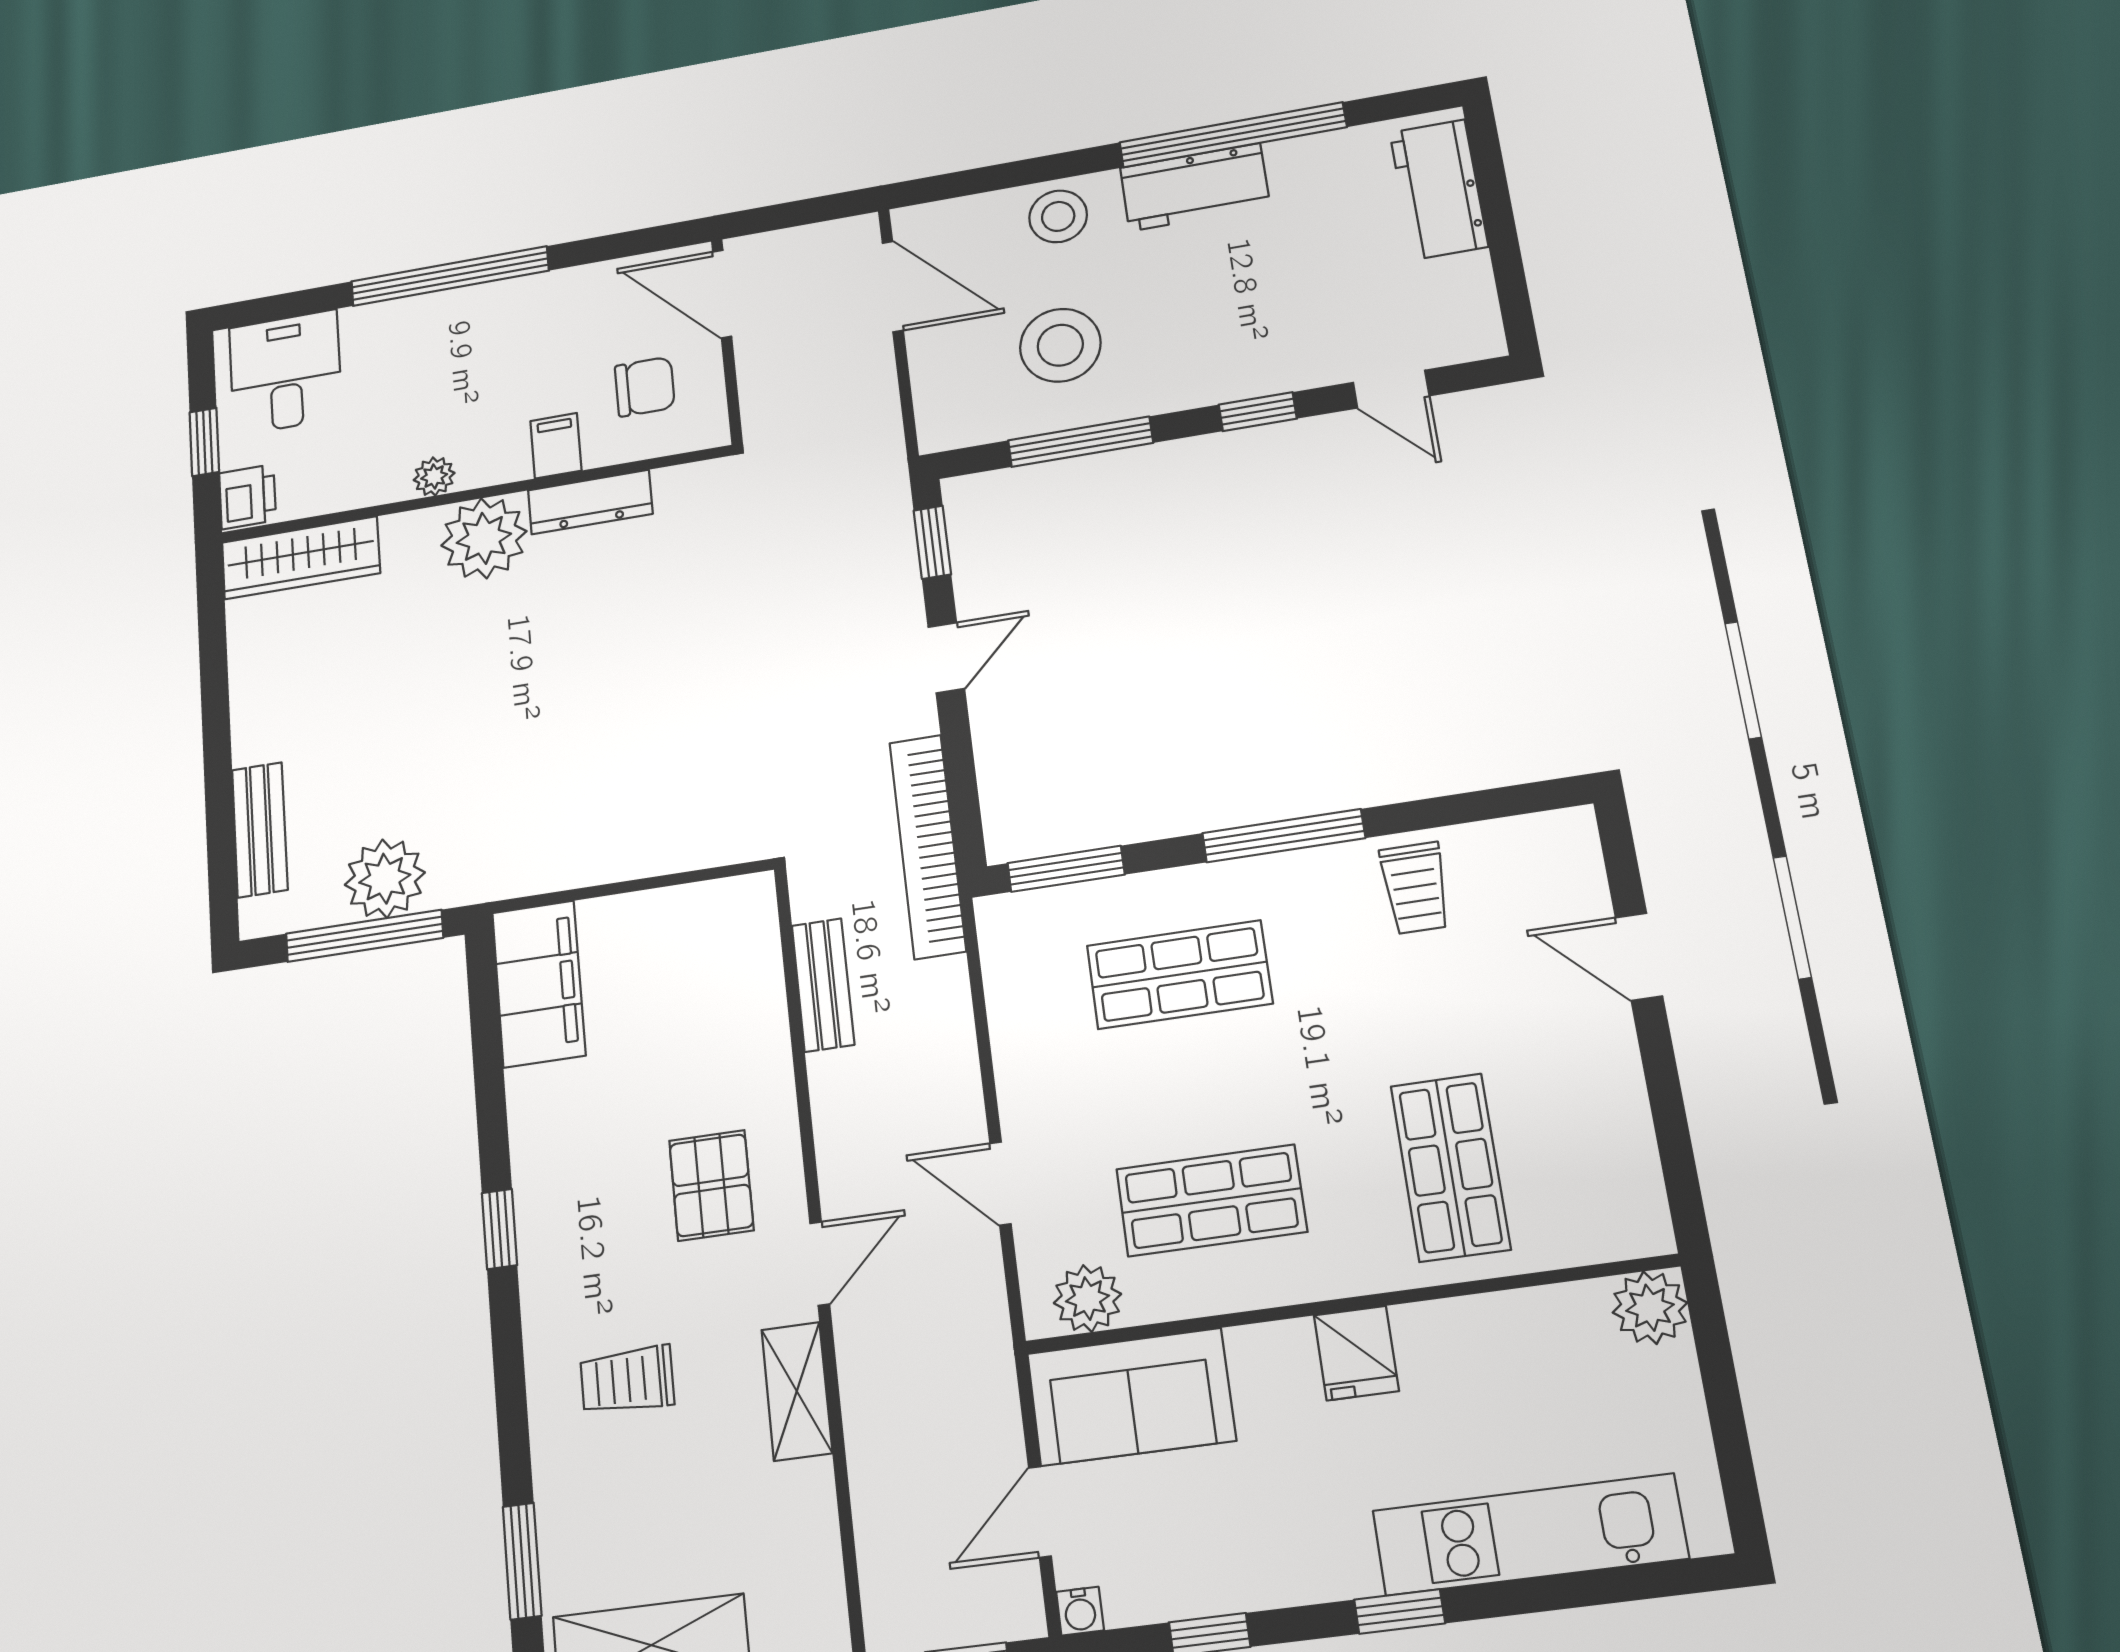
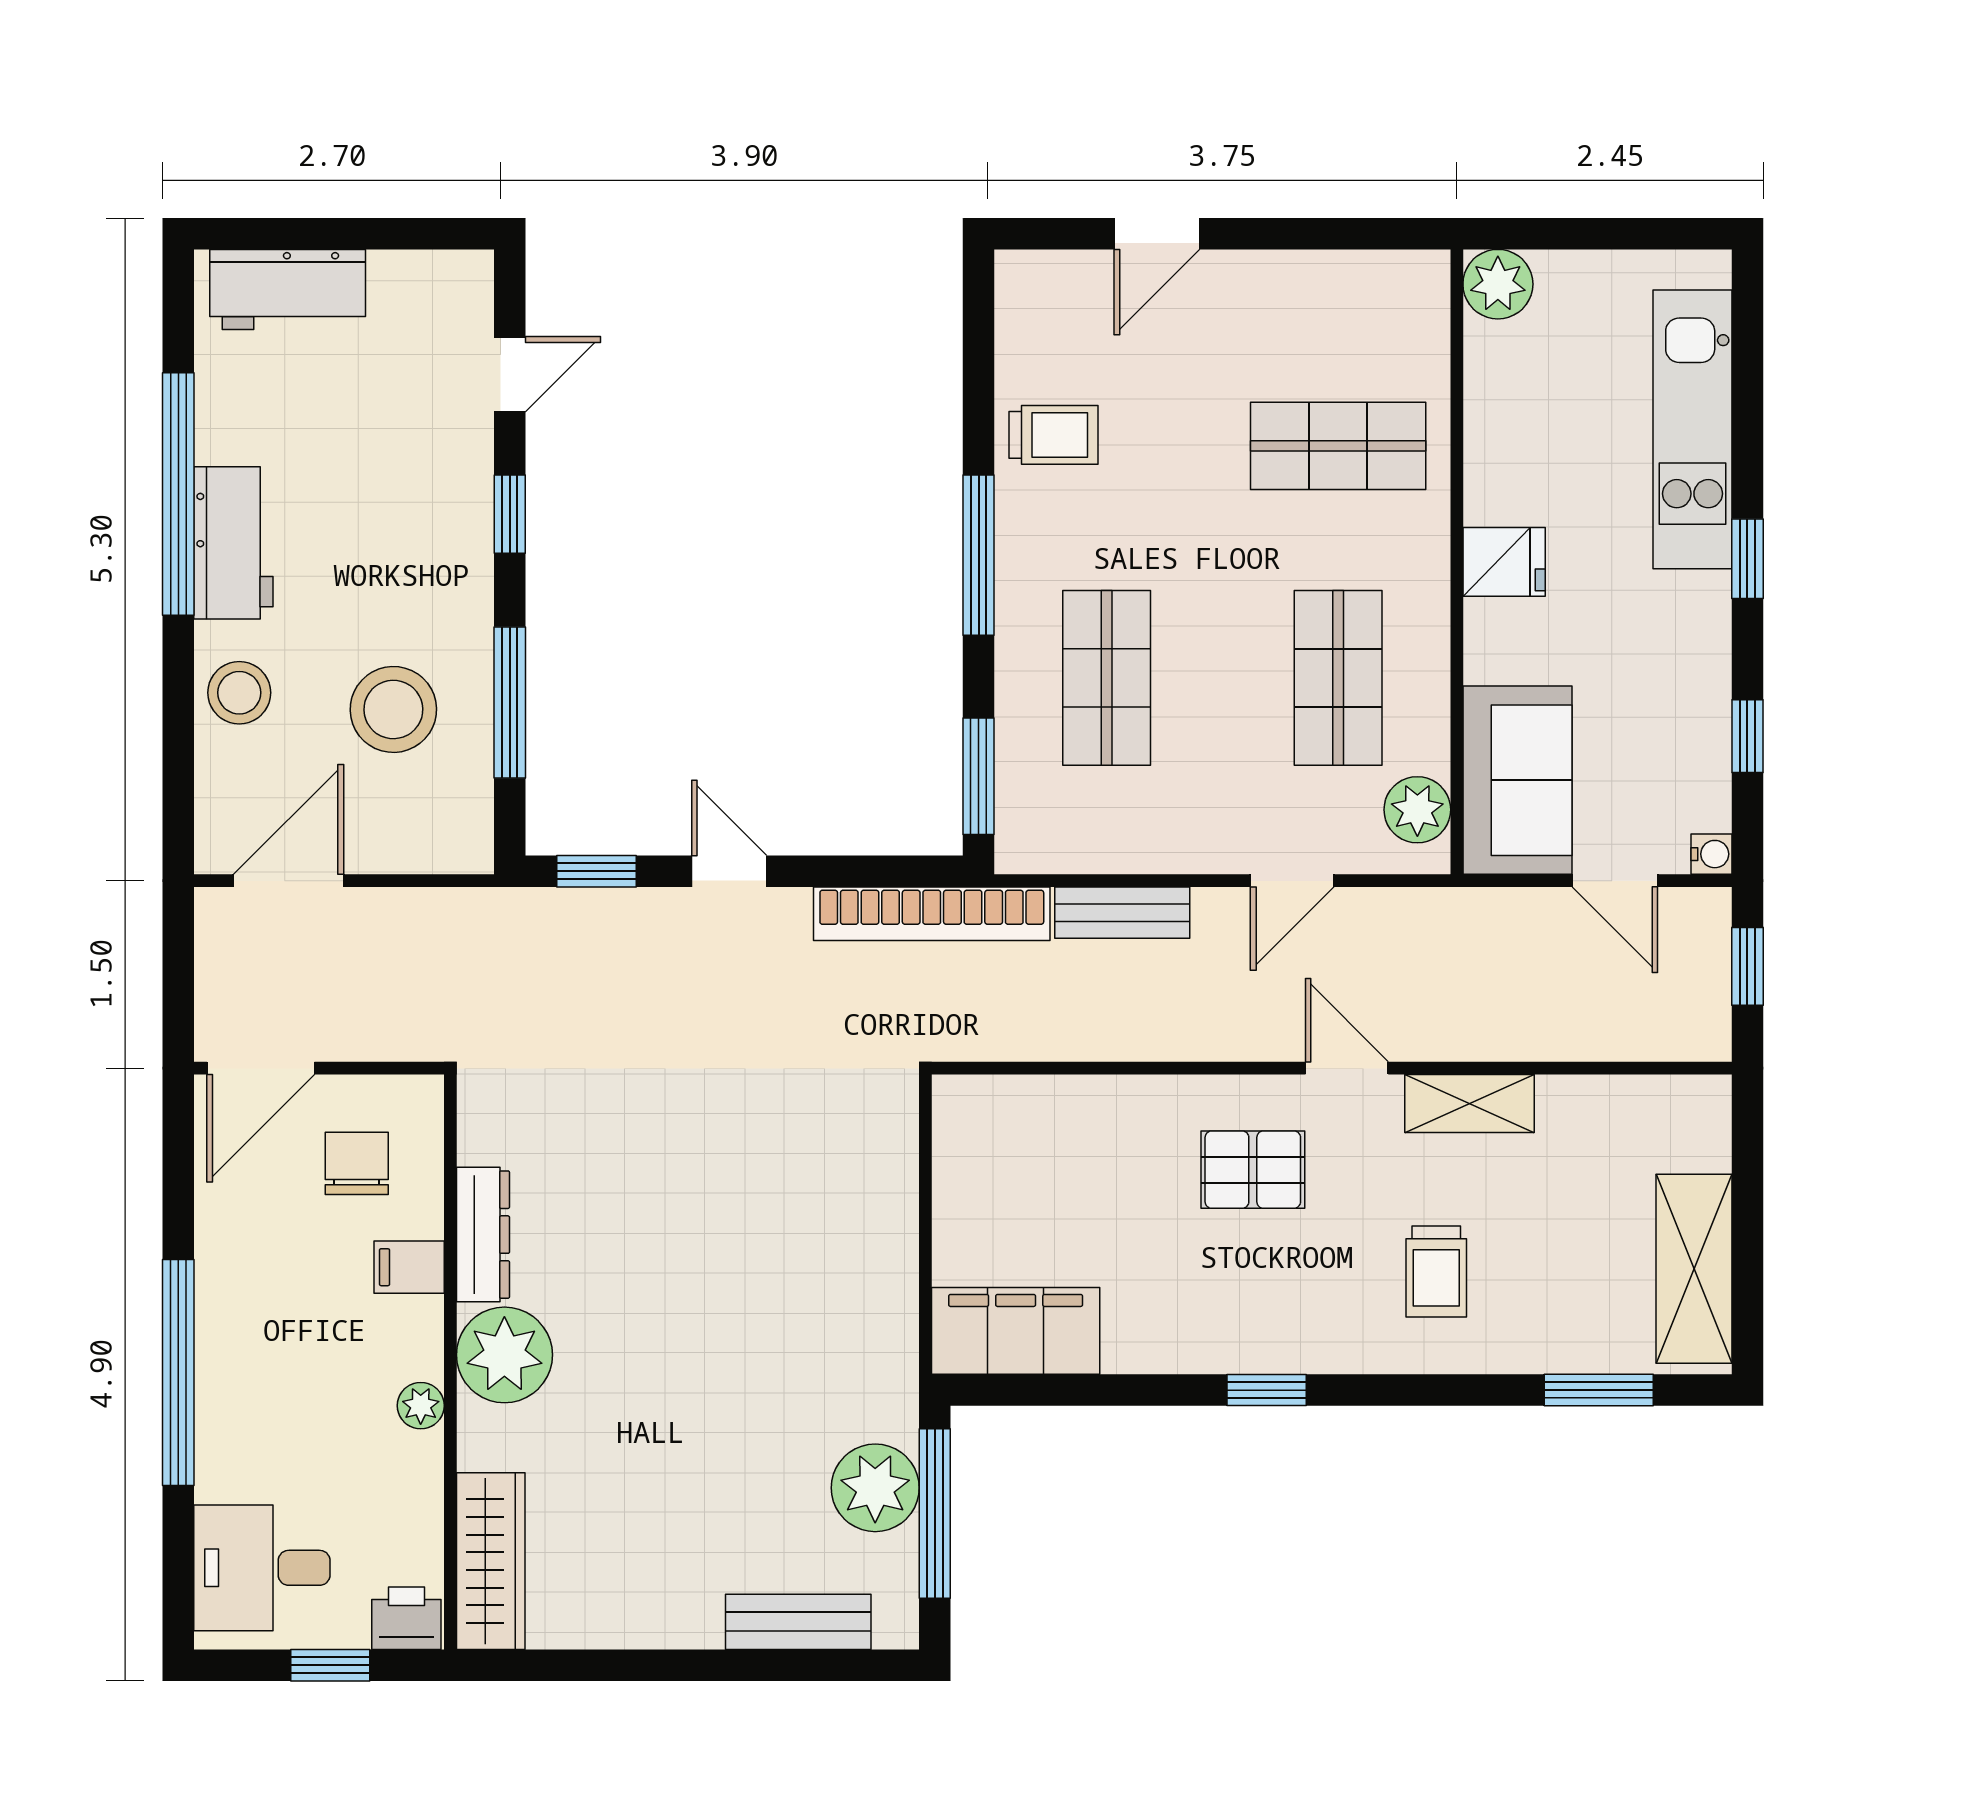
bench: (823, 985) -> (1122, 913), moved

